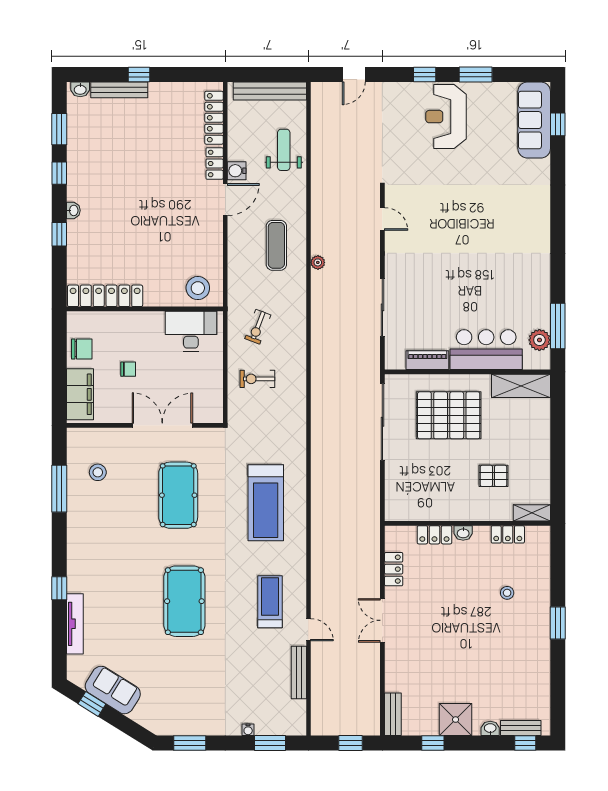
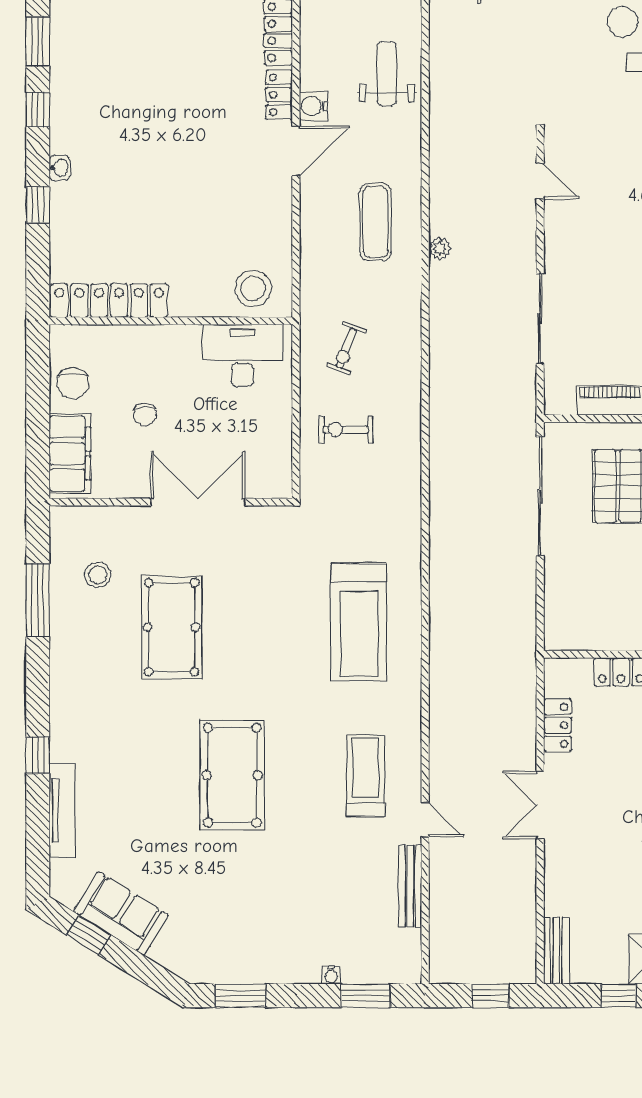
chair: (82, 349) -> (73, 383), turned 90
chair: (128, 369) -> (145, 414), turned 90
pool table: (178, 495) -> (172, 627), moved

